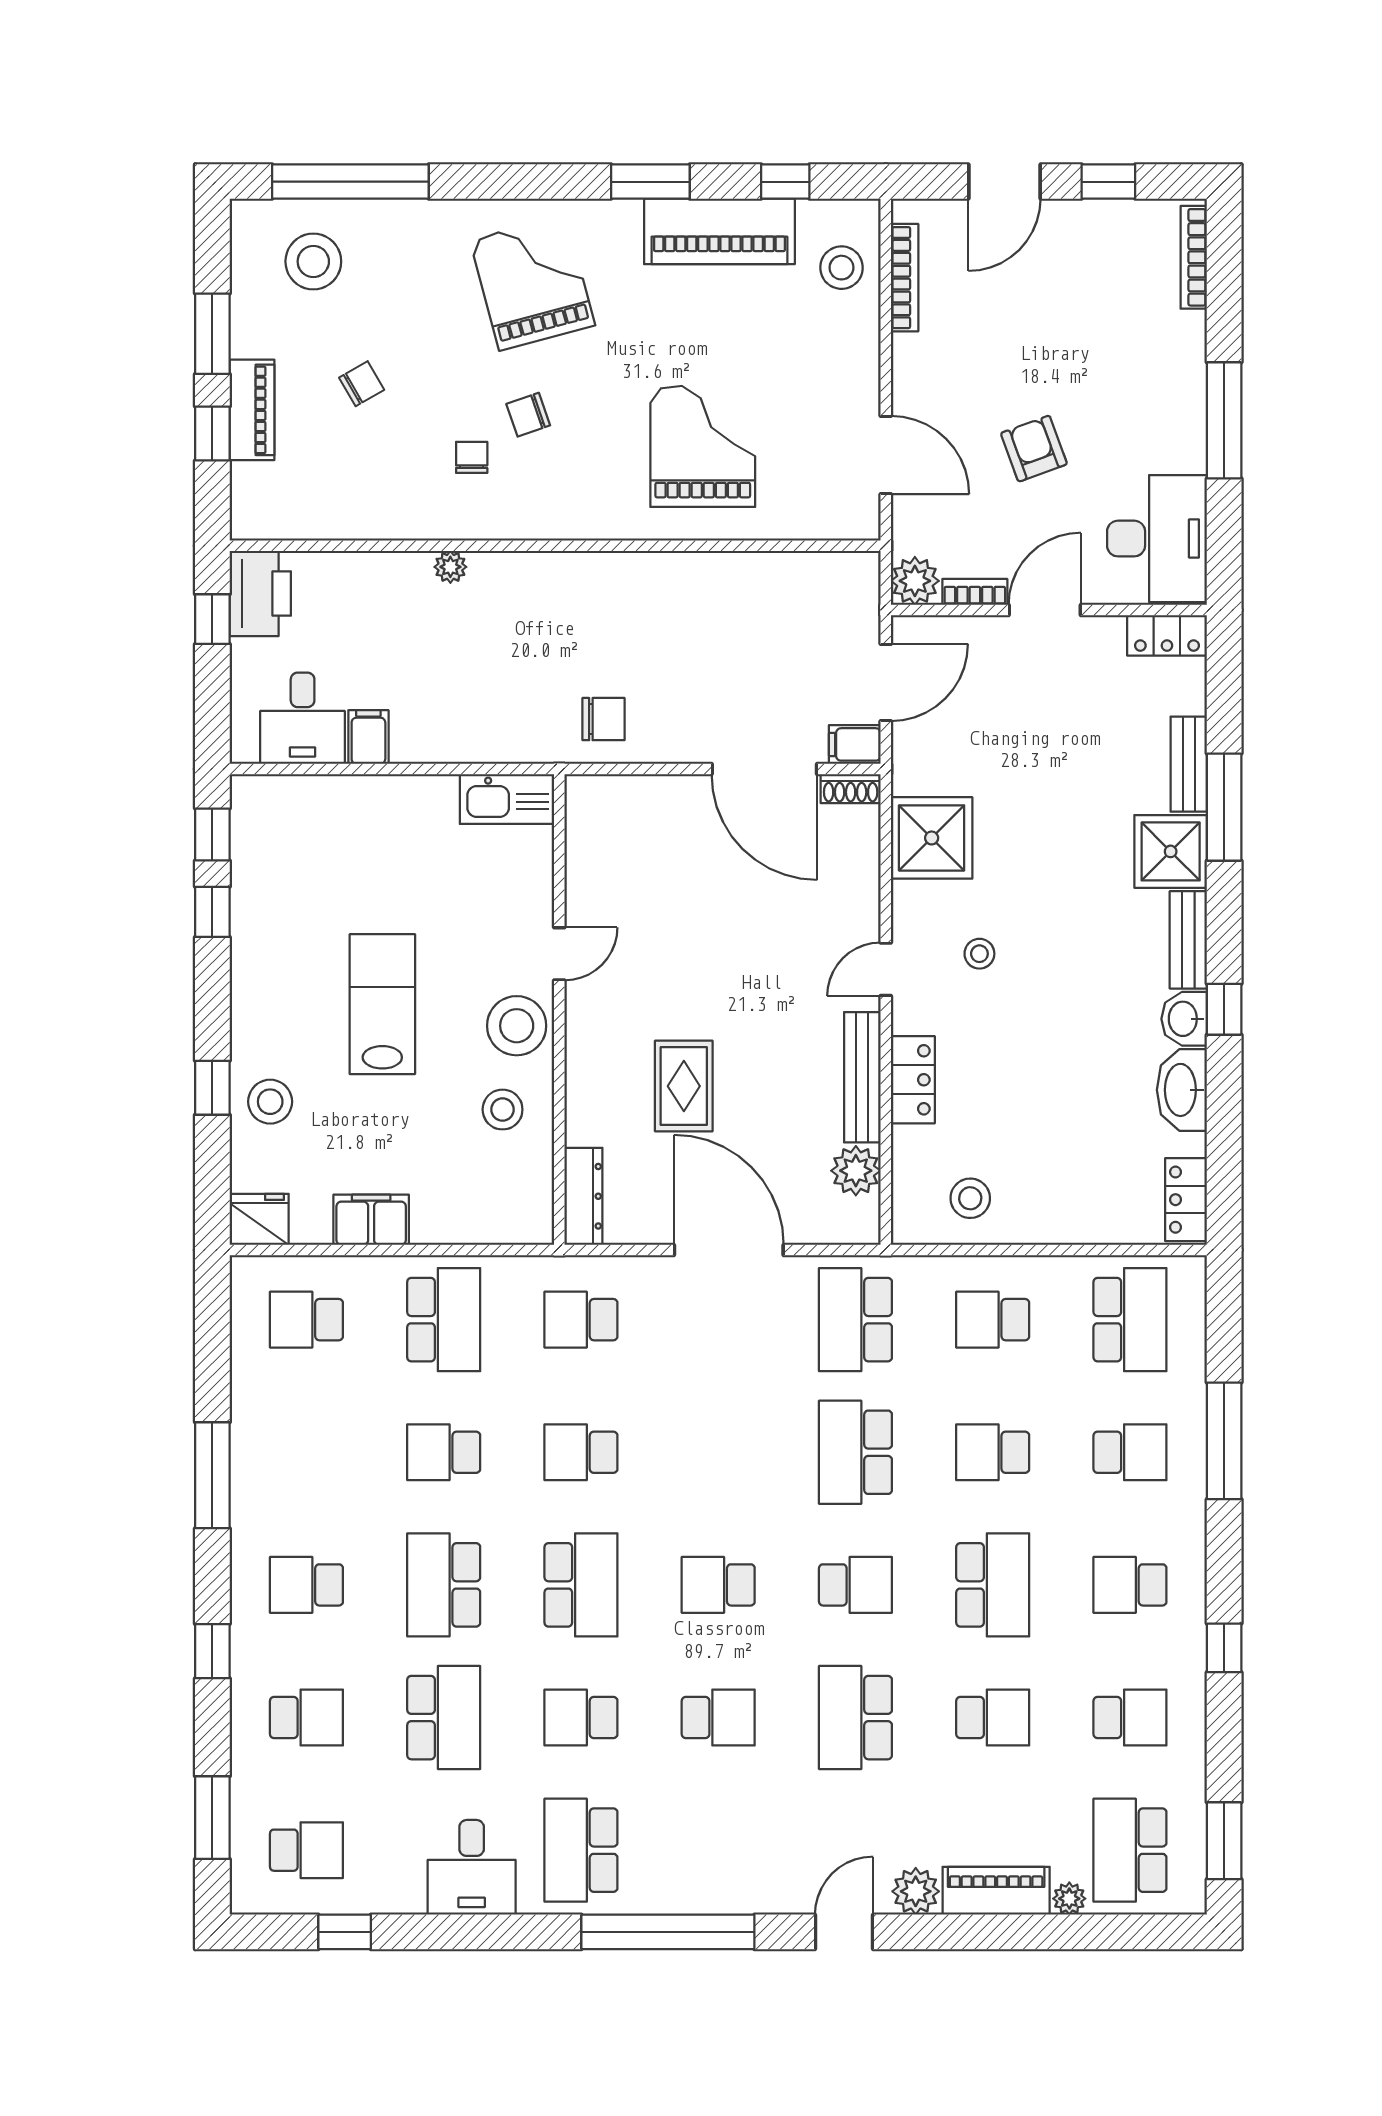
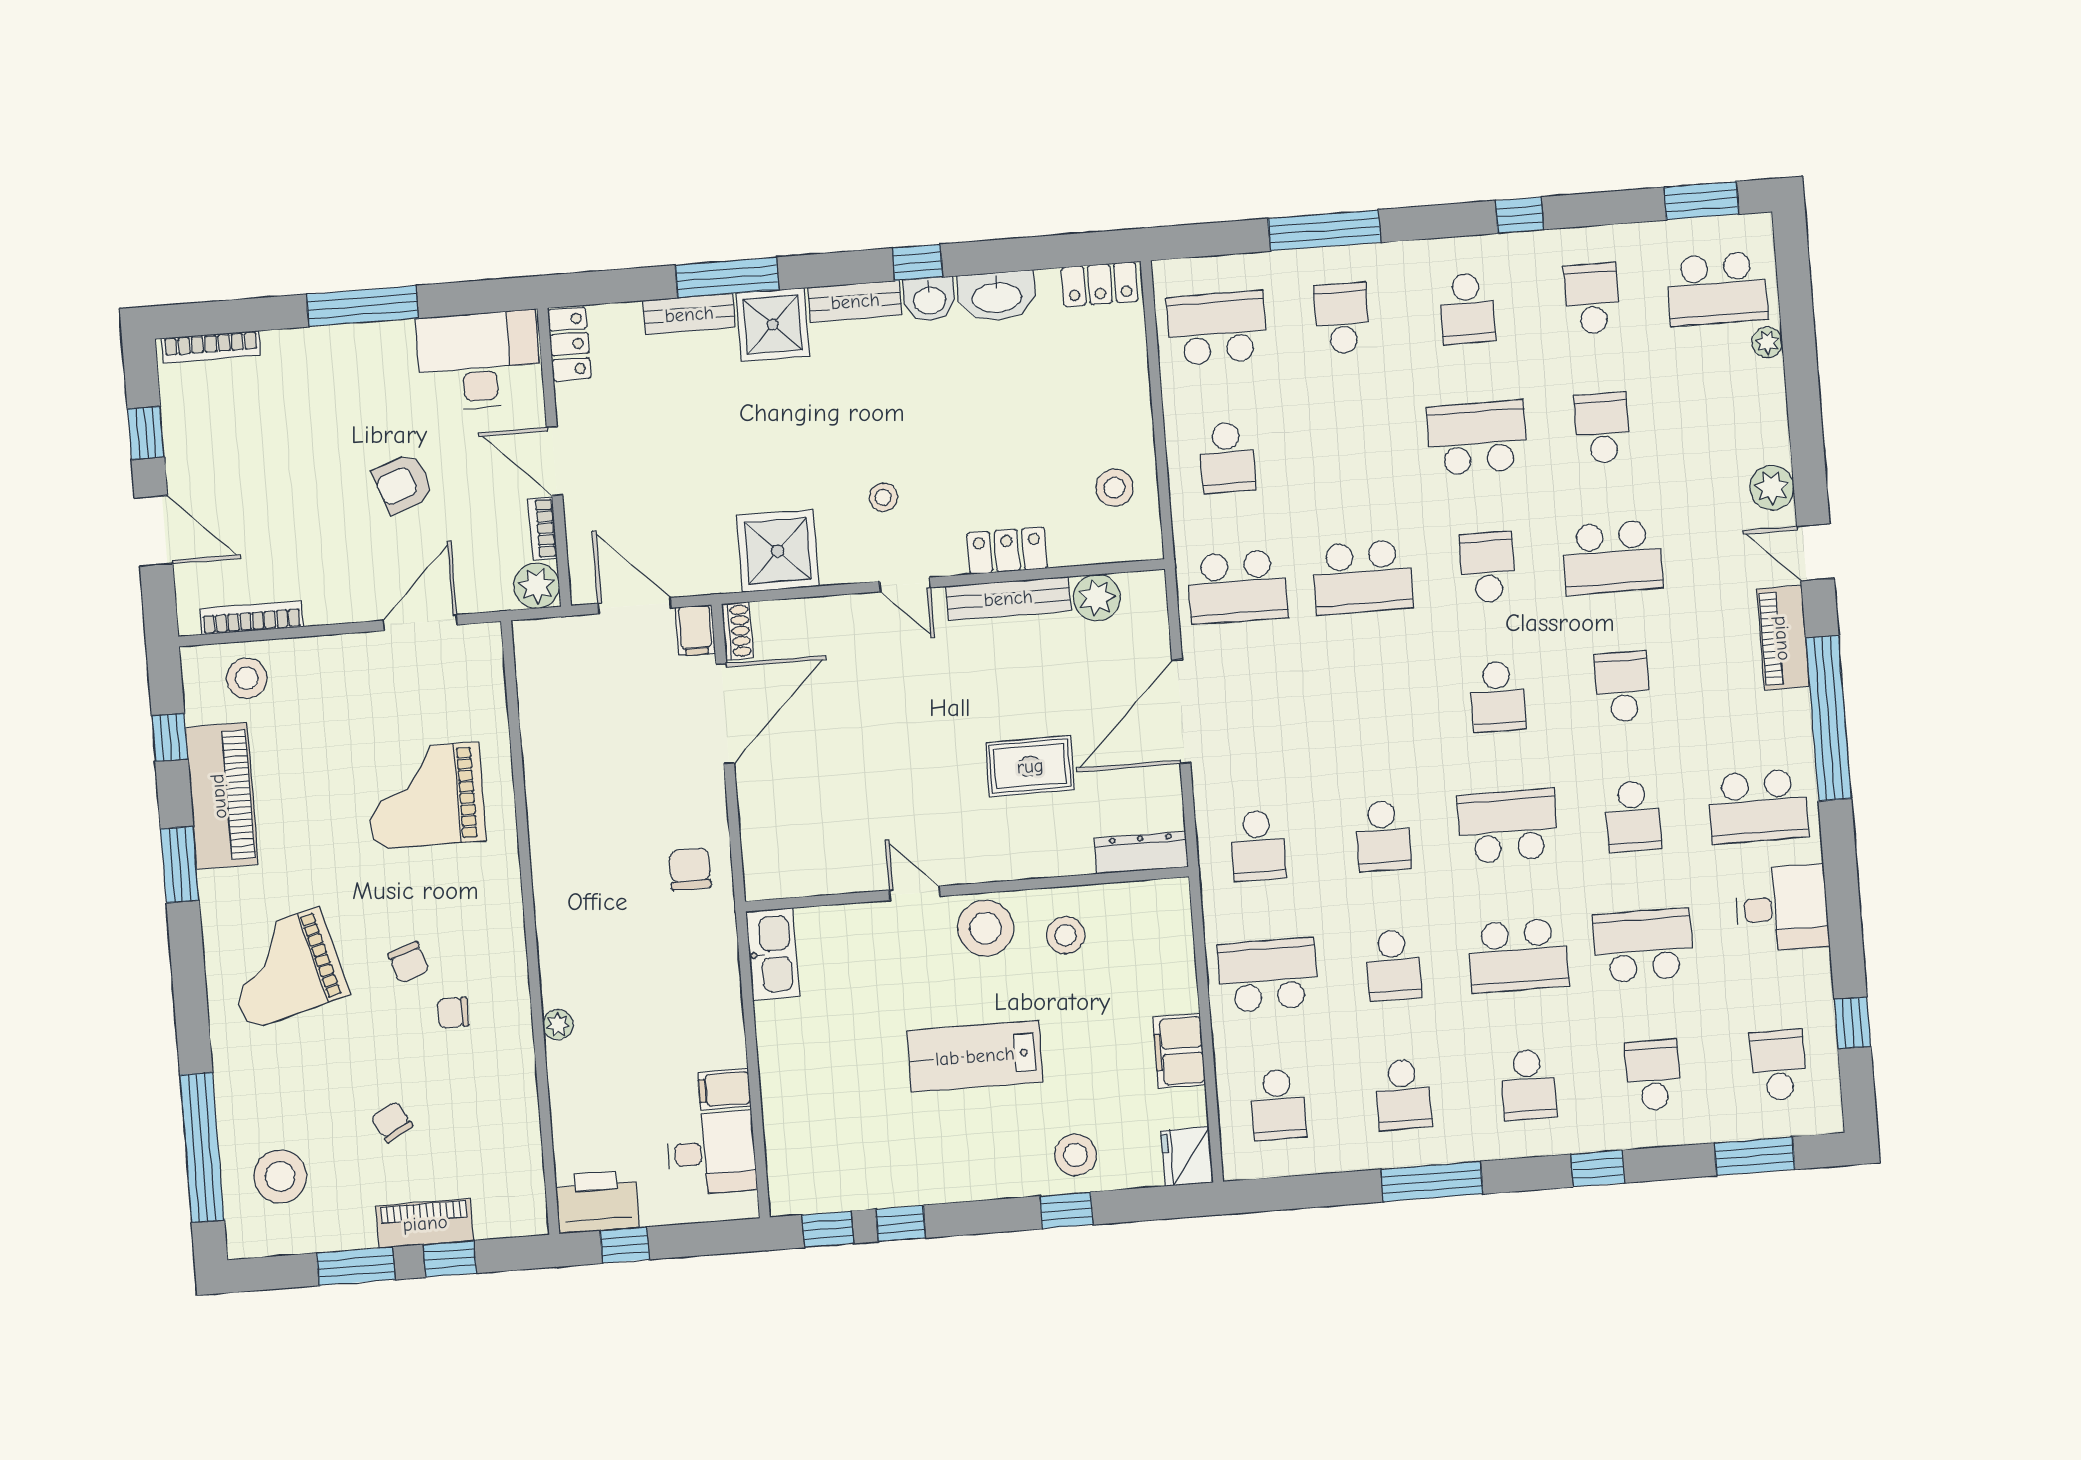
school desk: (993, 1452) -> (1403, 1095), moved
piano: (996, 1891) -> (1783, 638), moved

